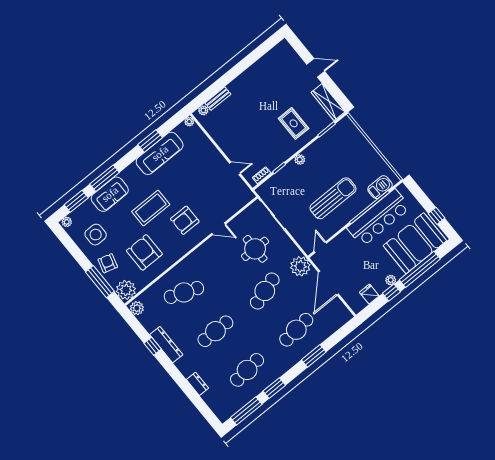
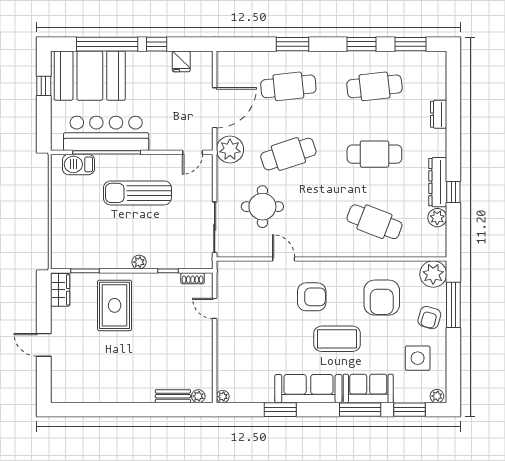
wardrobe: (328, 102) -> (60, 290), width x0.67
rug: (294, 123) -> (115, 305), width x1.36, depth x1.43
sofa: (160, 153) -> (308, 389), moved
plant: (391, 280) -> (147, 58), removed
plant: (137, 308) -> (437, 218), moved
window: (246, 411) -> (410, 44), width x0.69

